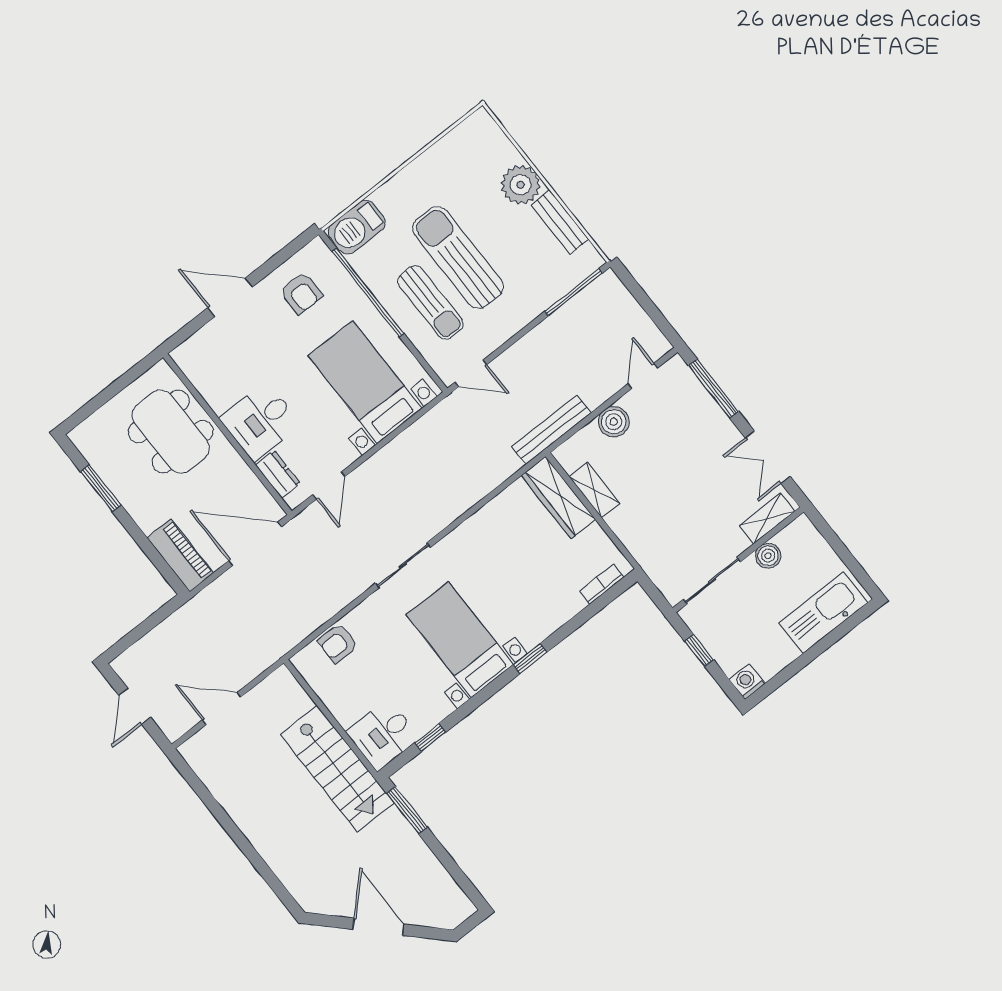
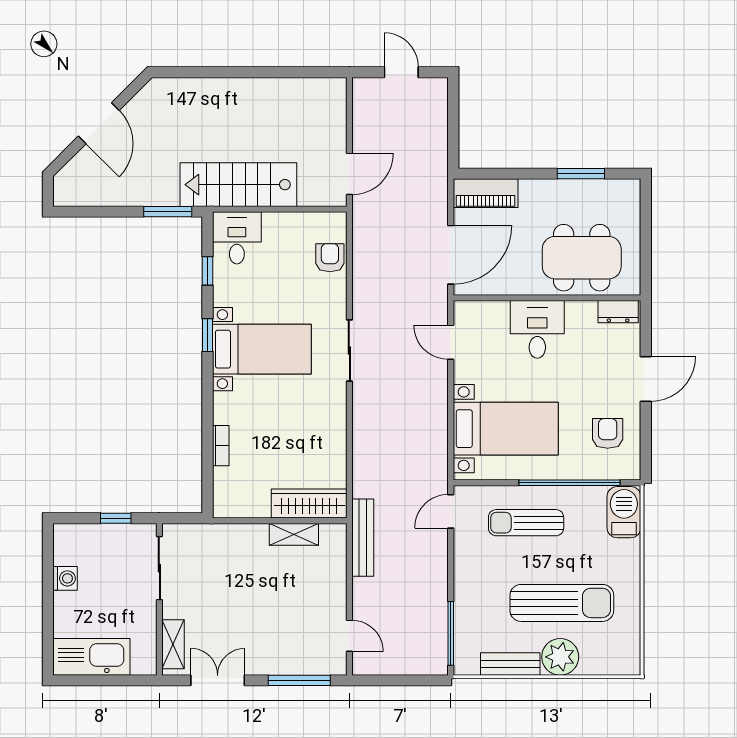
sun lounger: (458, 257) -> (562, 603), moved
armchair: (301, 293) -> (608, 433), turned 90
boiler: (614, 422) -> (333, 588), removed
dresser: (278, 474) -> (618, 312), moved
boiler: (768, 556) -> (145, 624), removed
bookcase: (602, 584) -> (221, 446), moved
kitchen sink: (823, 613) -> (91, 657), moved, turned -90
window: (530, 659) -> (208, 335), moved
washing machine: (747, 682) -> (65, 578), moved
door: (222, 709) -> (349, 174), moved
door: (378, 927) -> (99, 123), hinge flipped

